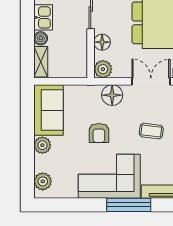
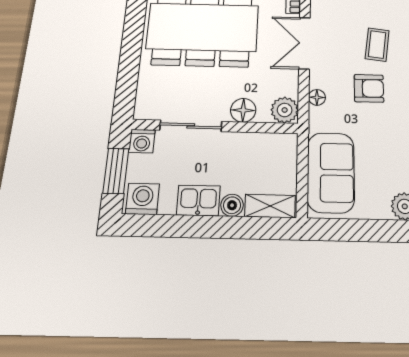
floor lamp: (112, 95) -> (317, 97), width x0.53, depth x0.53
sofa: (49, 110) -> (331, 172), moved, turned 90
armchair: (99, 133) -> (369, 88), moved

